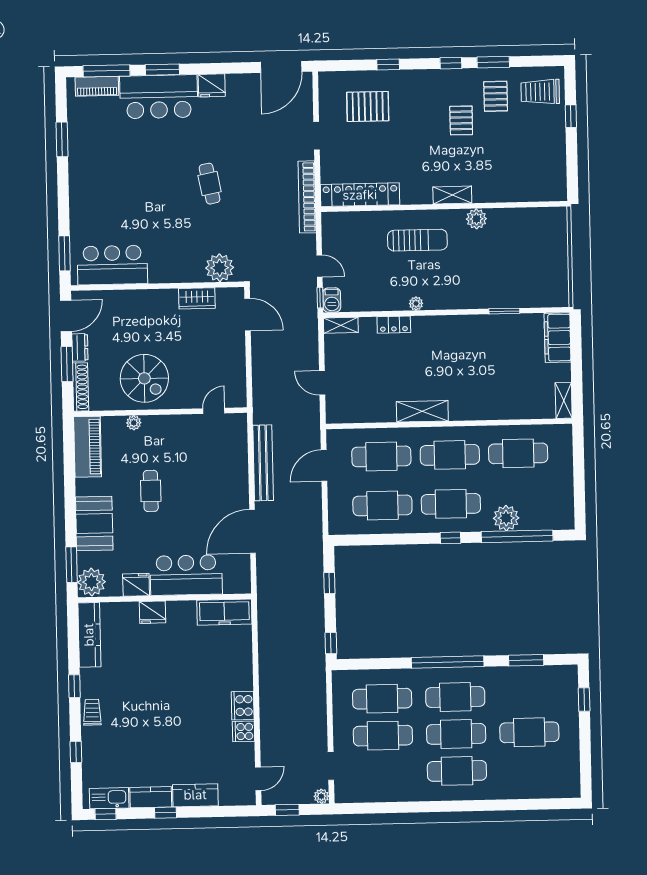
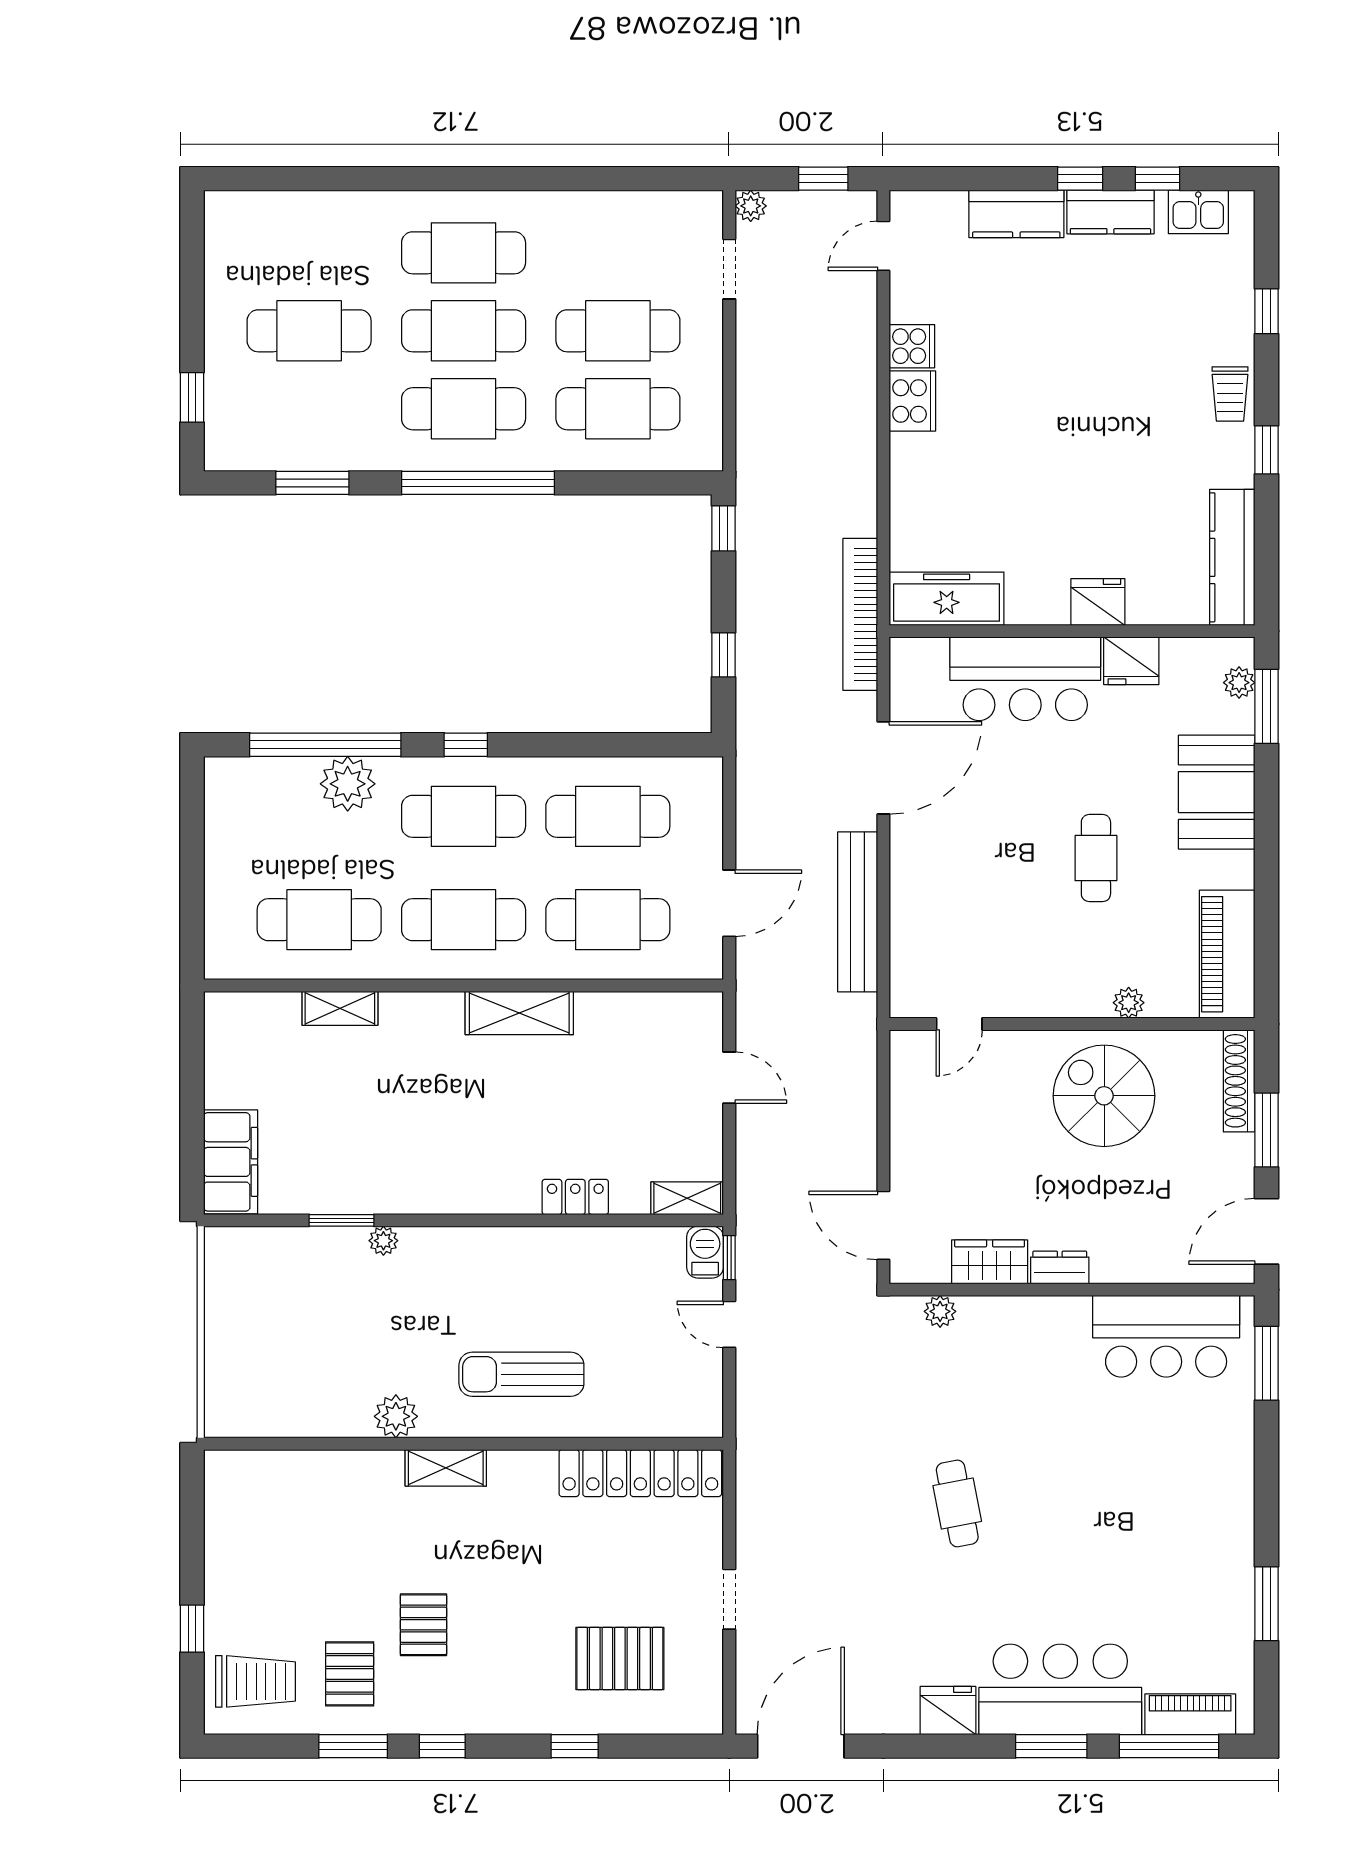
bookcase: (307, 197) -> (860, 614), moved, turned 180
plant: (220, 268) -> (940, 1311), width x0.53, depth x0.53
plant: (416, 303) -> (383, 1241), moved
dresser: (80, 347) -> (1060, 1268), moved, turned 90
shelving: (564, 400) -> (340, 1008), moved, turned 90
plant: (92, 582) -> (1239, 683), width x0.53, depth x0.53
kitchen sink: (109, 798) -> (1198, 212), width x0.73
window: (106, 814) -> (1157, 179), moved

